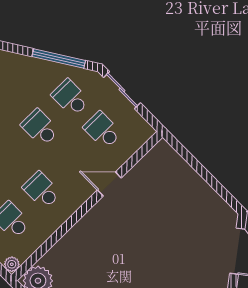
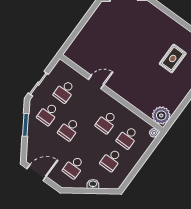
window: (59, 58) -> (26, 125), width x0.69
door: (109, 184) -> (96, 82), swing flipped

